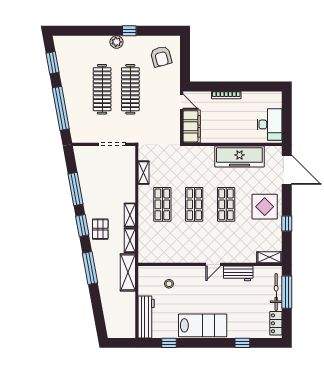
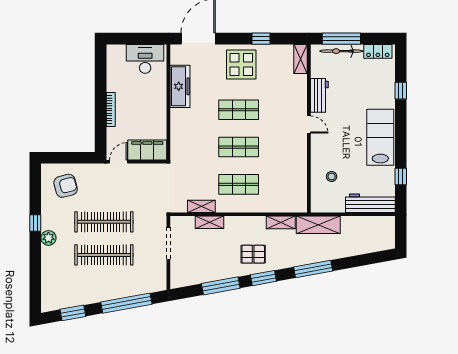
freezer: (239, 156) -> (180, 86), width x0.73, depth x0.79
shelving: (130, 215) -> (210, 222), moved
pallet: (100, 229) -> (253, 254), moved

